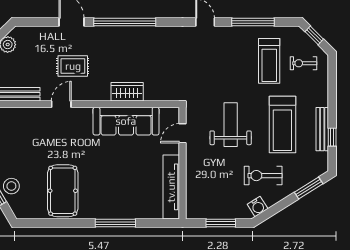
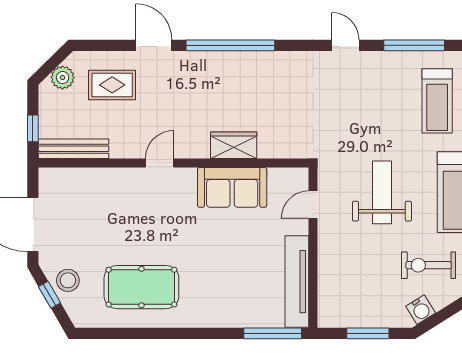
rug: (73, 66) -> (112, 85), moved
door: (61, 104) -> (160, 163), moved
sofa: (126, 121) -> (232, 187), width x0.73
pool table: (63, 191) -> (141, 287), turned 90
window: (115, 223) -> (273, 333), moved

